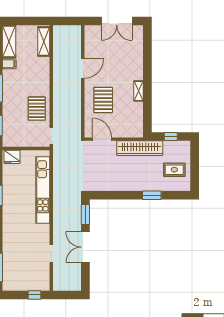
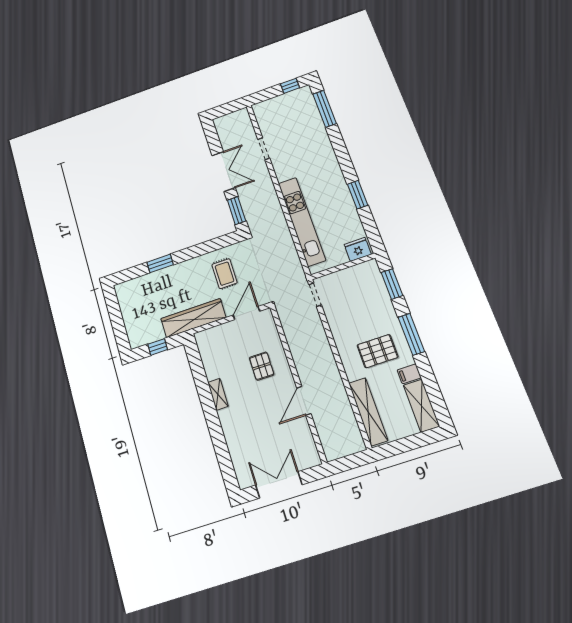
shelving: (44, 42) -> (368, 412), width x1.47
pallet: (103, 100) -> (262, 366), width x0.67, depth x0.71
pallet: (37, 109) -> (378, 351), moved, turned 90
door: (102, 139) -> (246, 313), swing flipped
rug: (174, 170) -> (225, 274), moved, turned 90
window: (34, 295) -> (290, 86), moved

